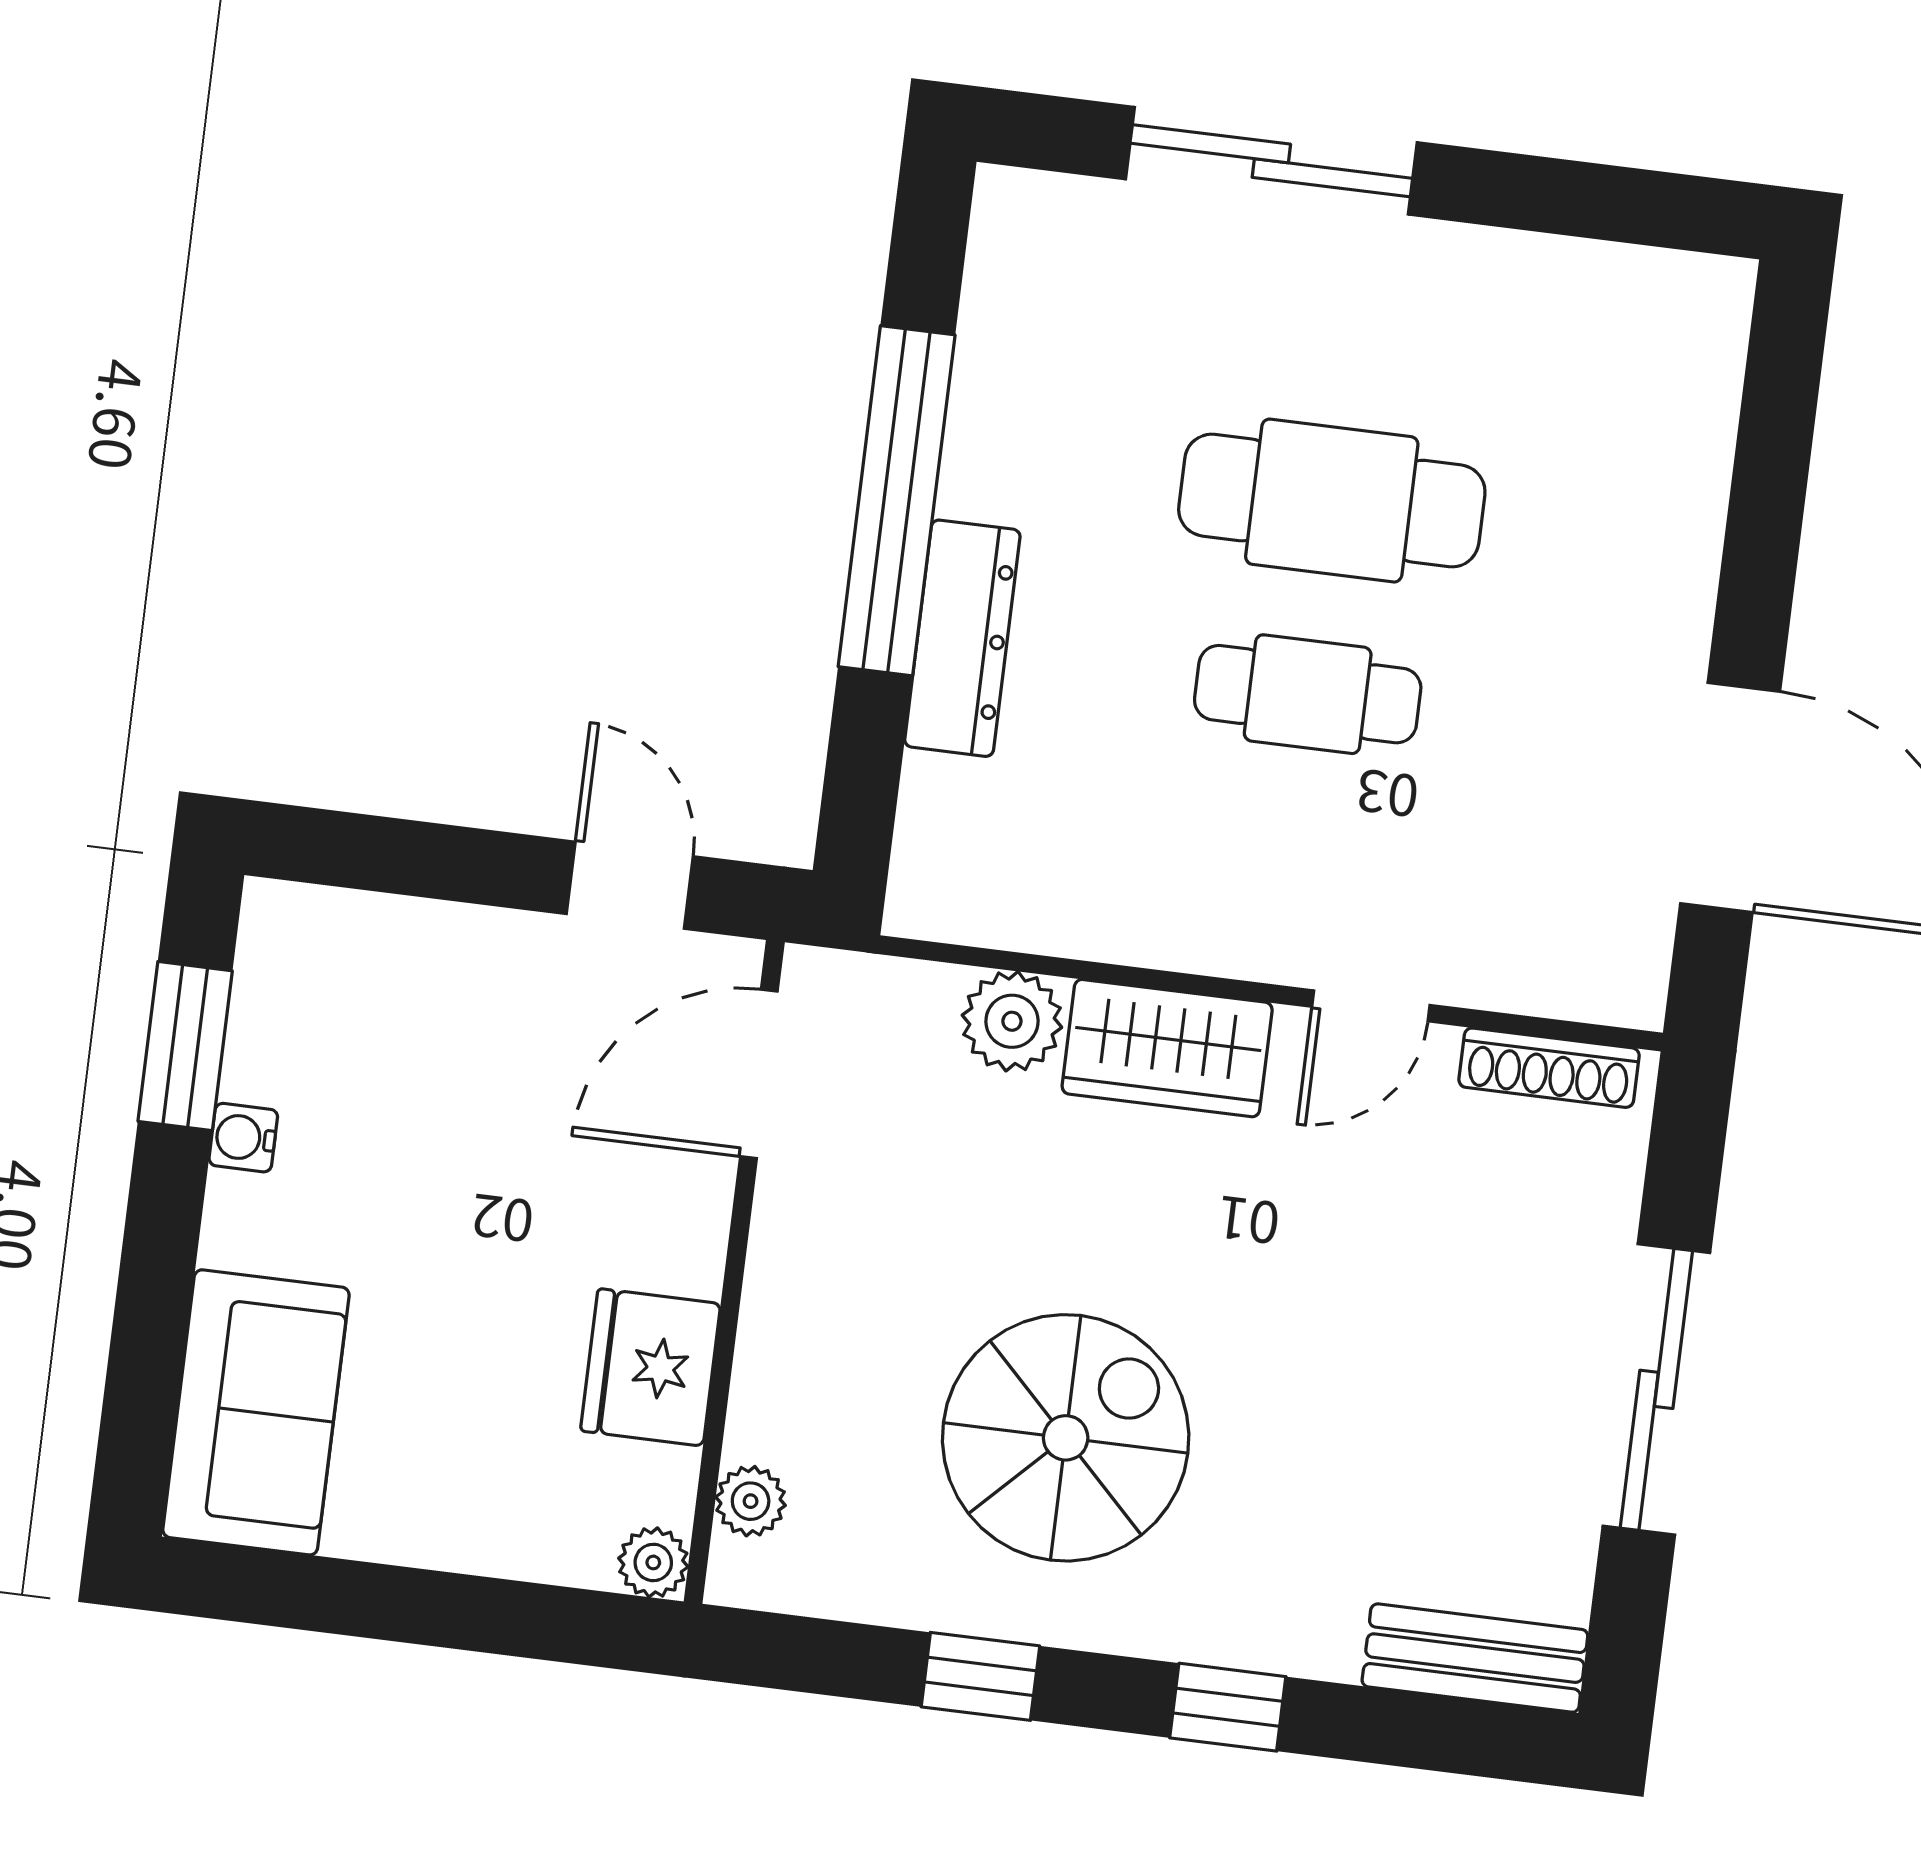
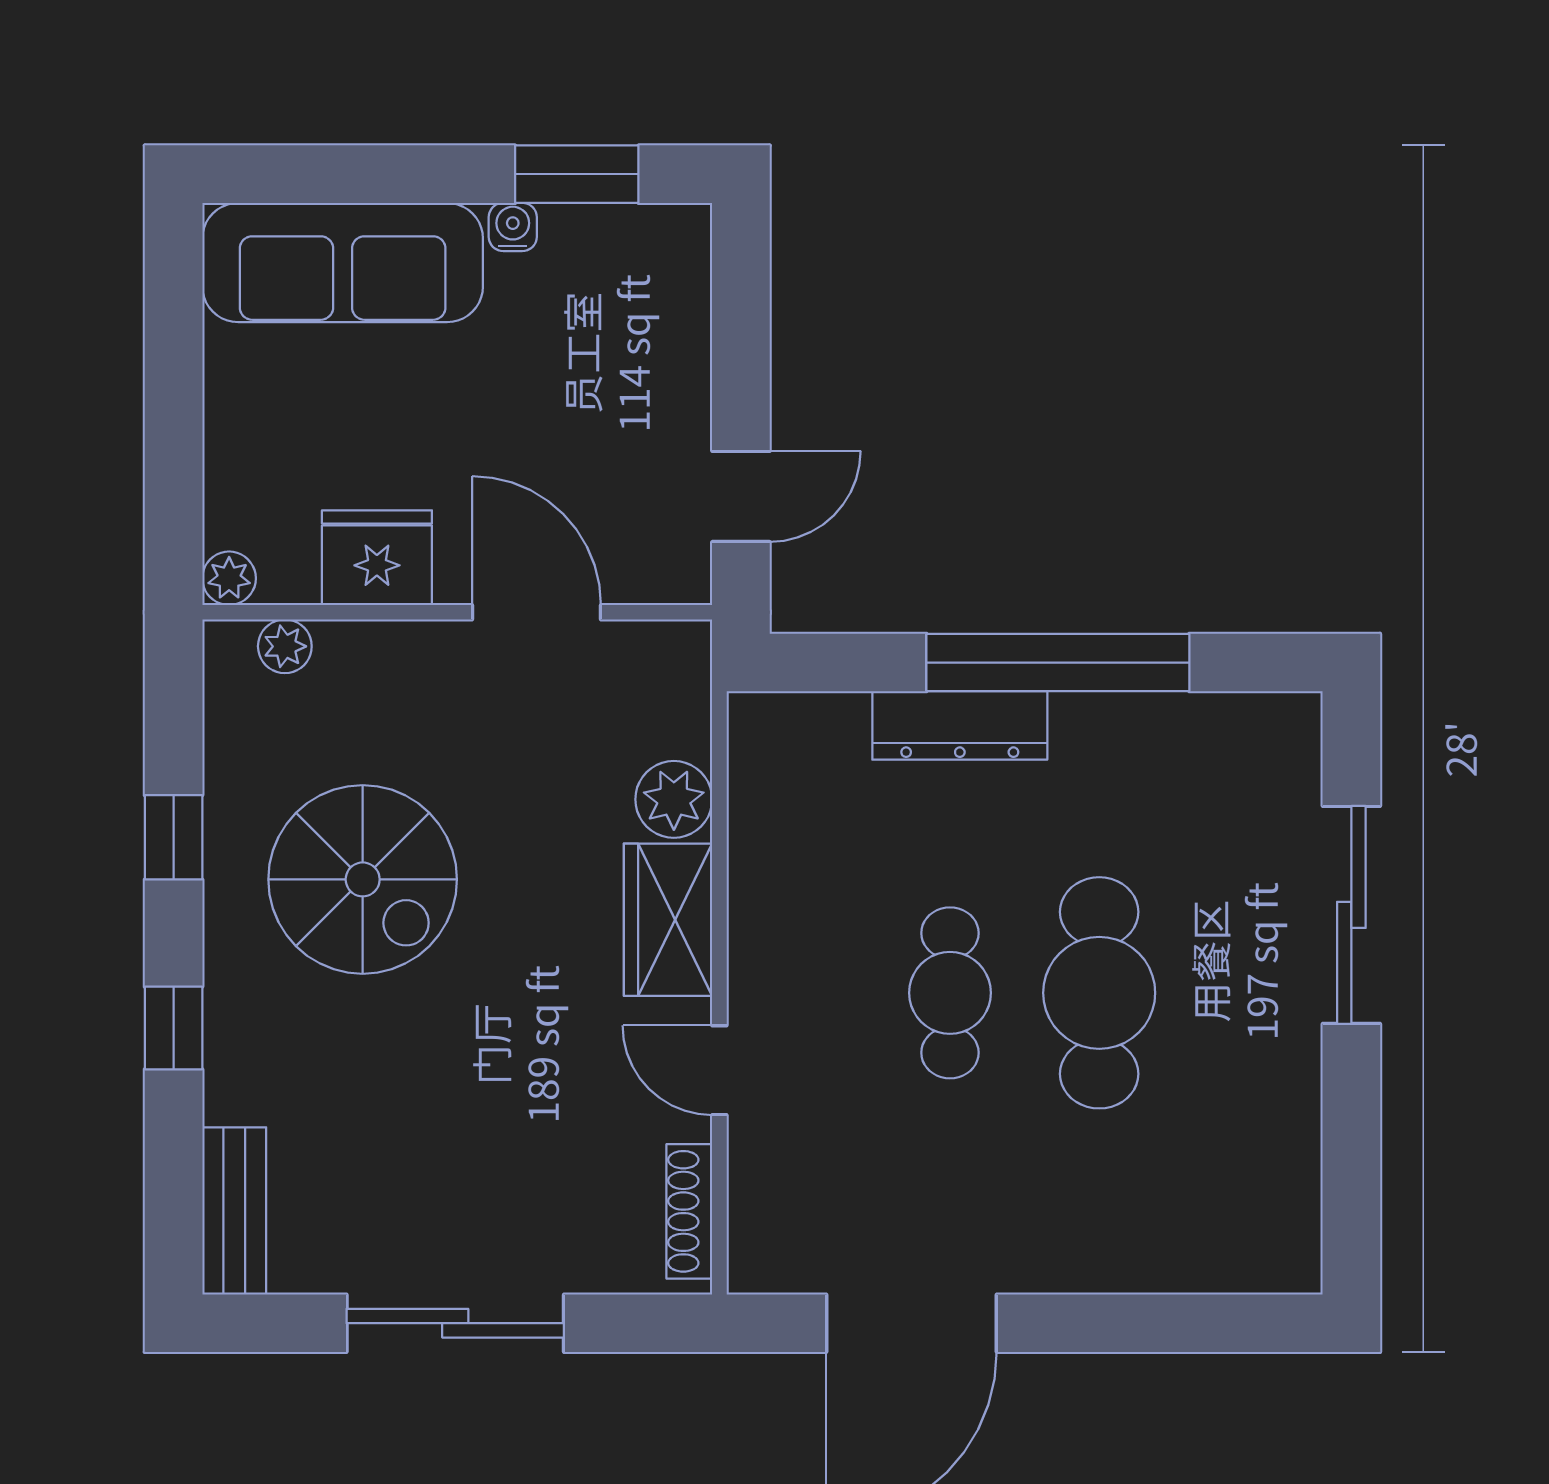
door: (759, 1074) -> (537, 612), moved
sofa: (256, 1412) -> (343, 263), width x1.36

